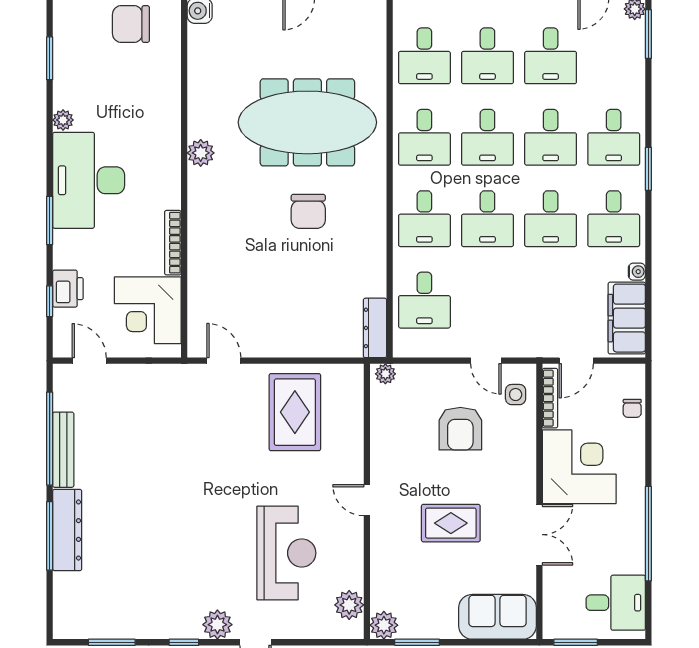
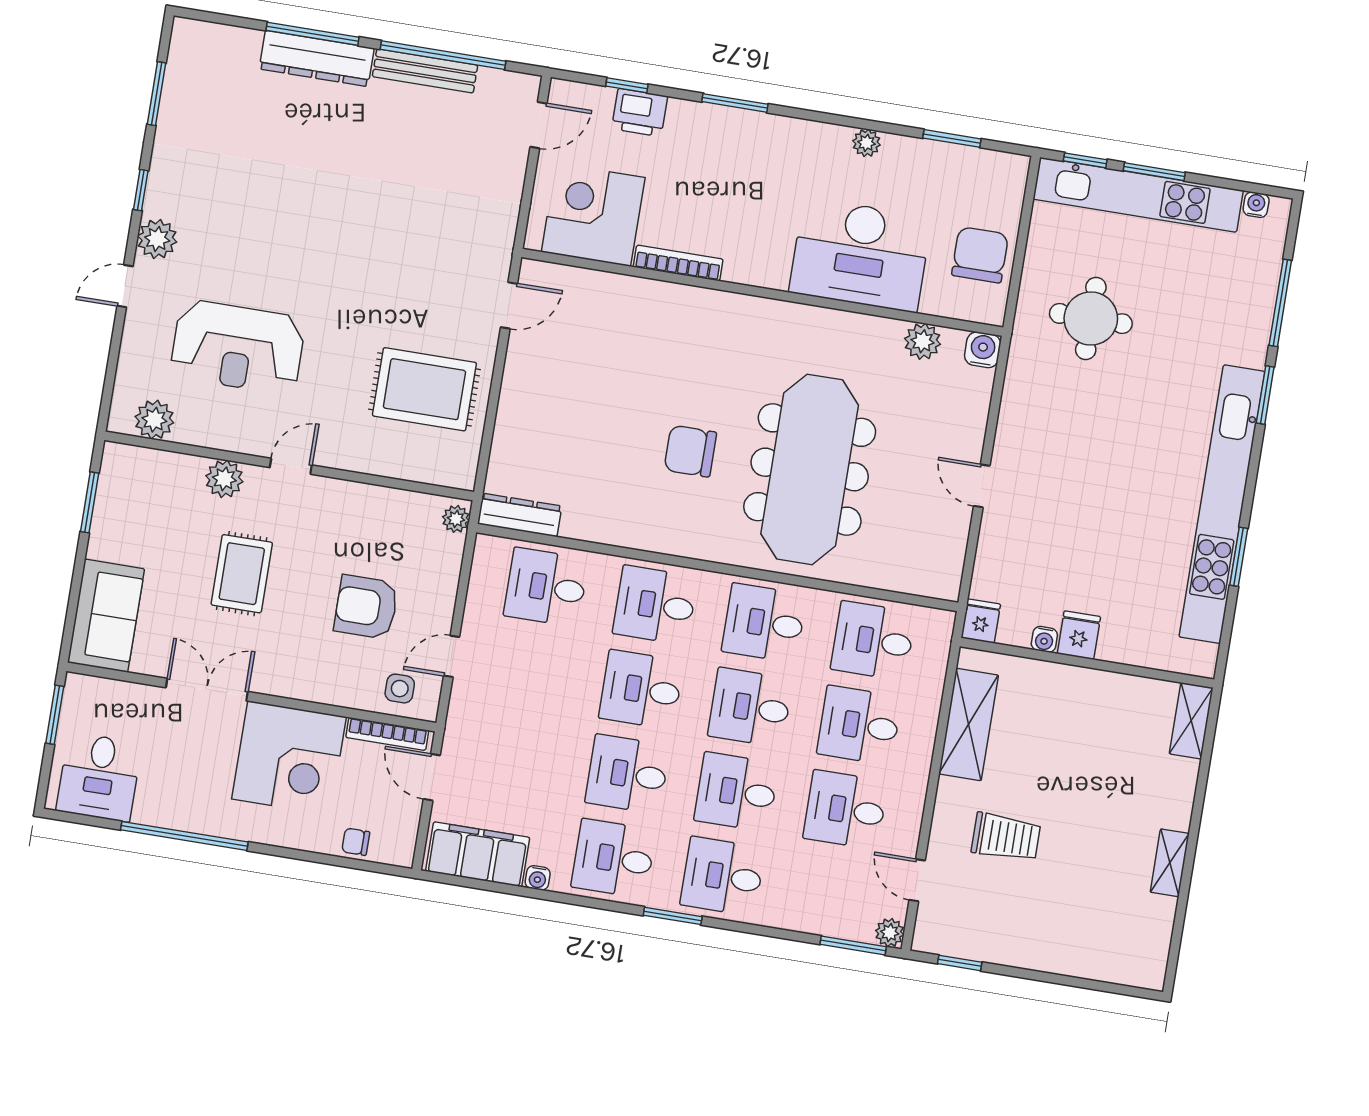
plant: (201, 153) -> (923, 341), moved
desk: (89, 180) -> (860, 255), moved, turned 180
double door: (539, 535) -> (207, 690), swing flipped
plant: (384, 625) -> (224, 479), moved

